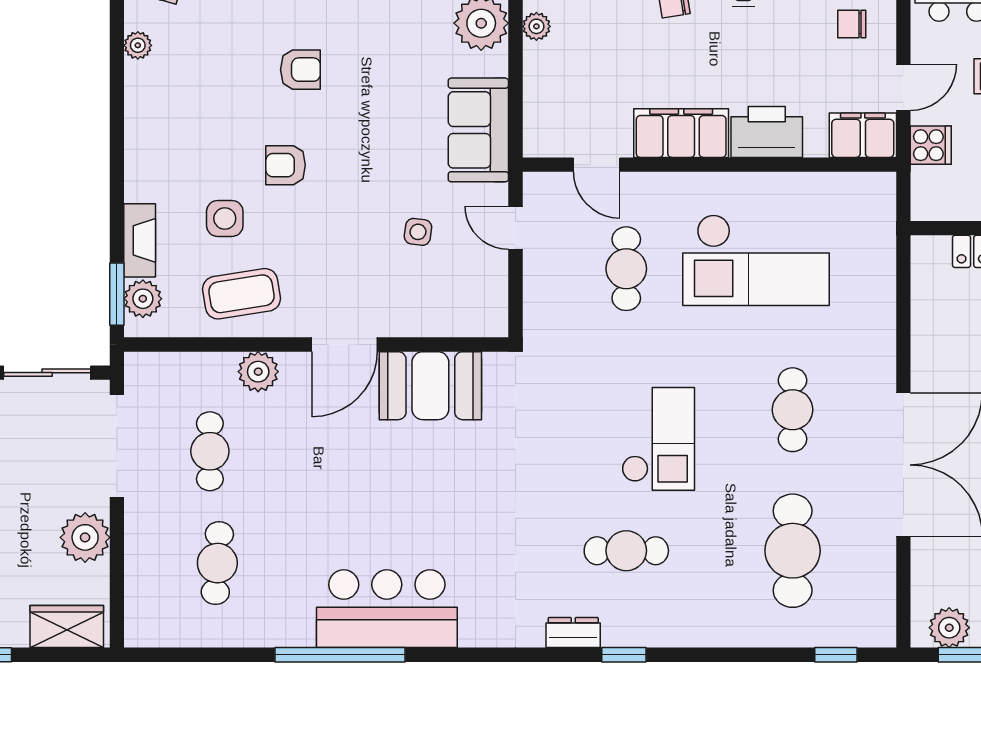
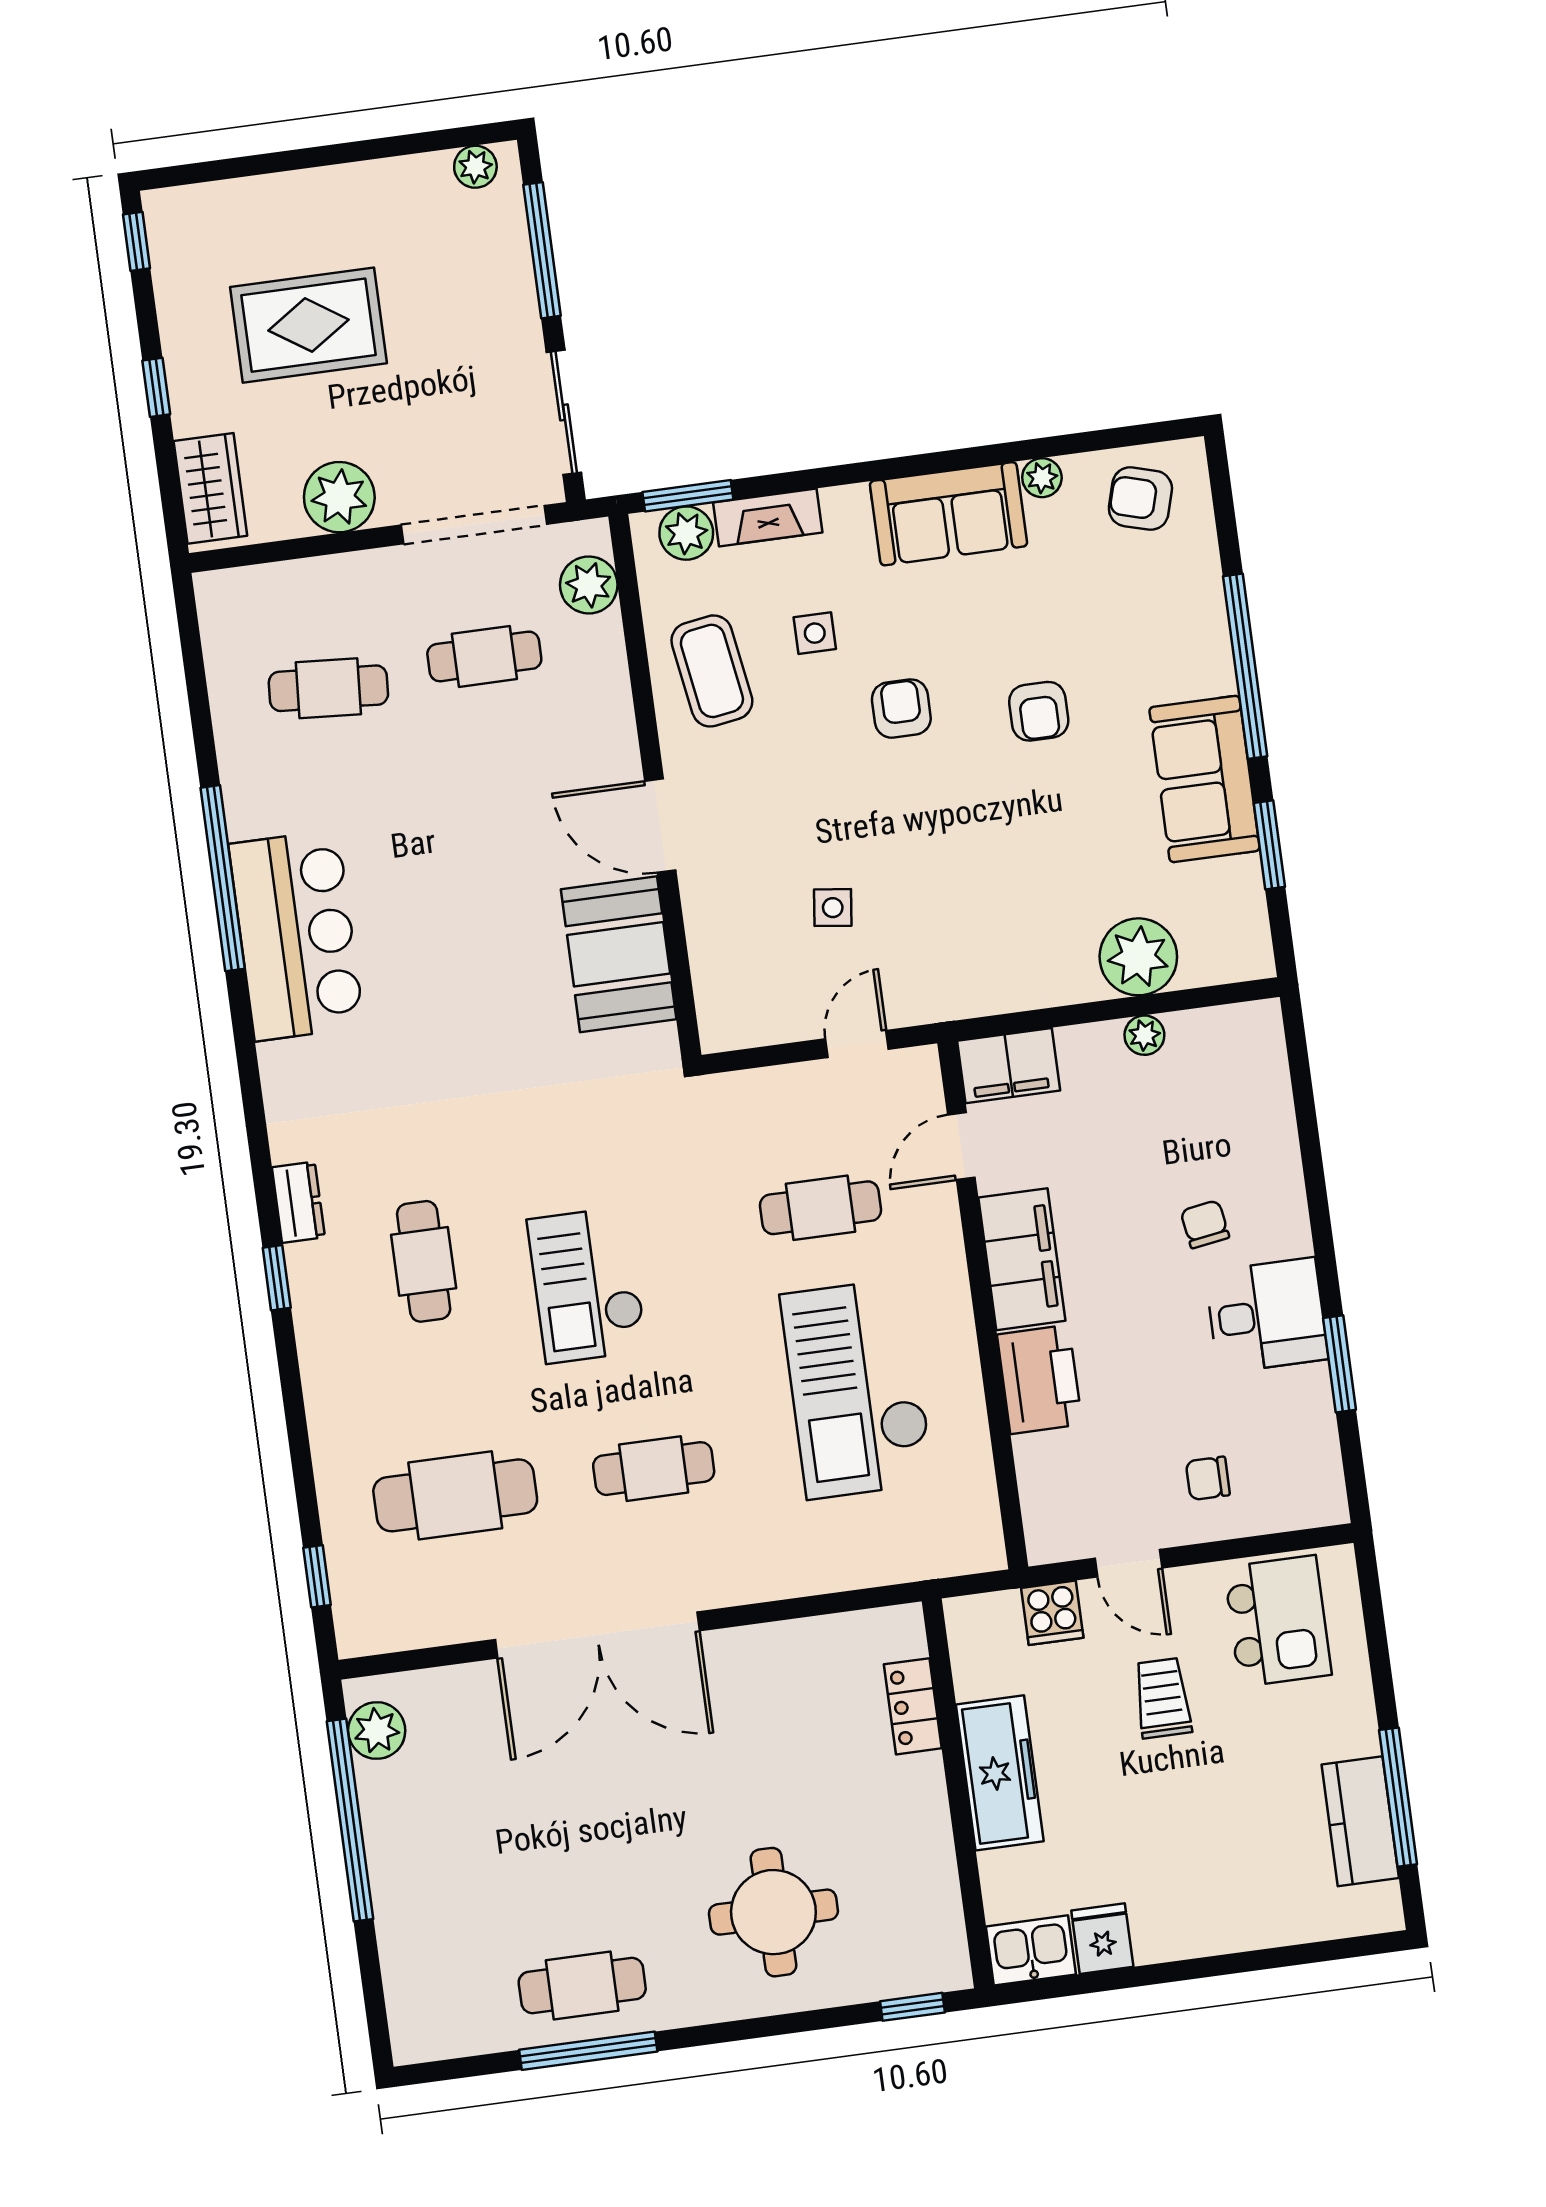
chair: (852, 24) -> (1208, 1478), turned -90
sofa: (478, 130) -> (948, 514), moved, turned 180
filing cabinet: (863, 135) -> (1009, 1066), moved, turned 90
side table: (225, 218) -> (815, 633), width x0.73, depth x0.73
plant: (258, 372) -> (589, 585), moved
checkout: (658, 439) -> (587, 1285), turned 90

